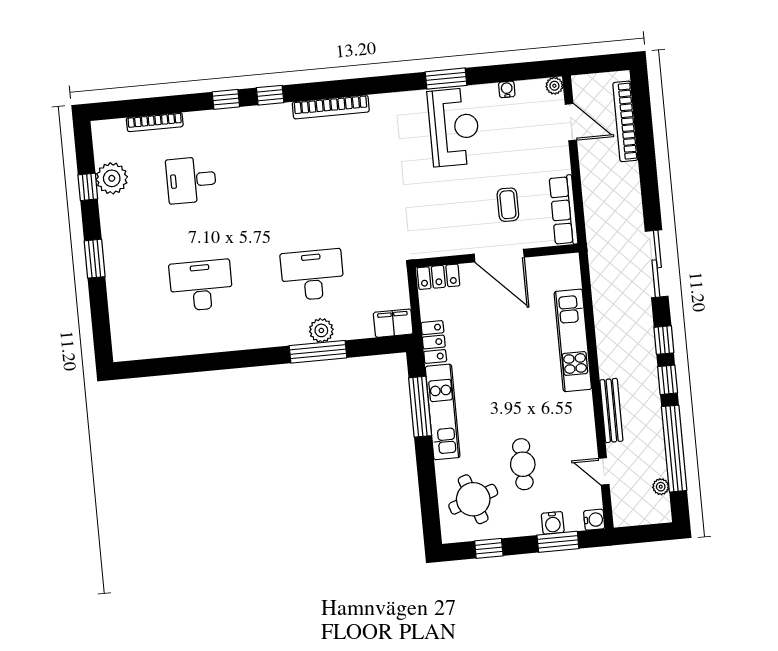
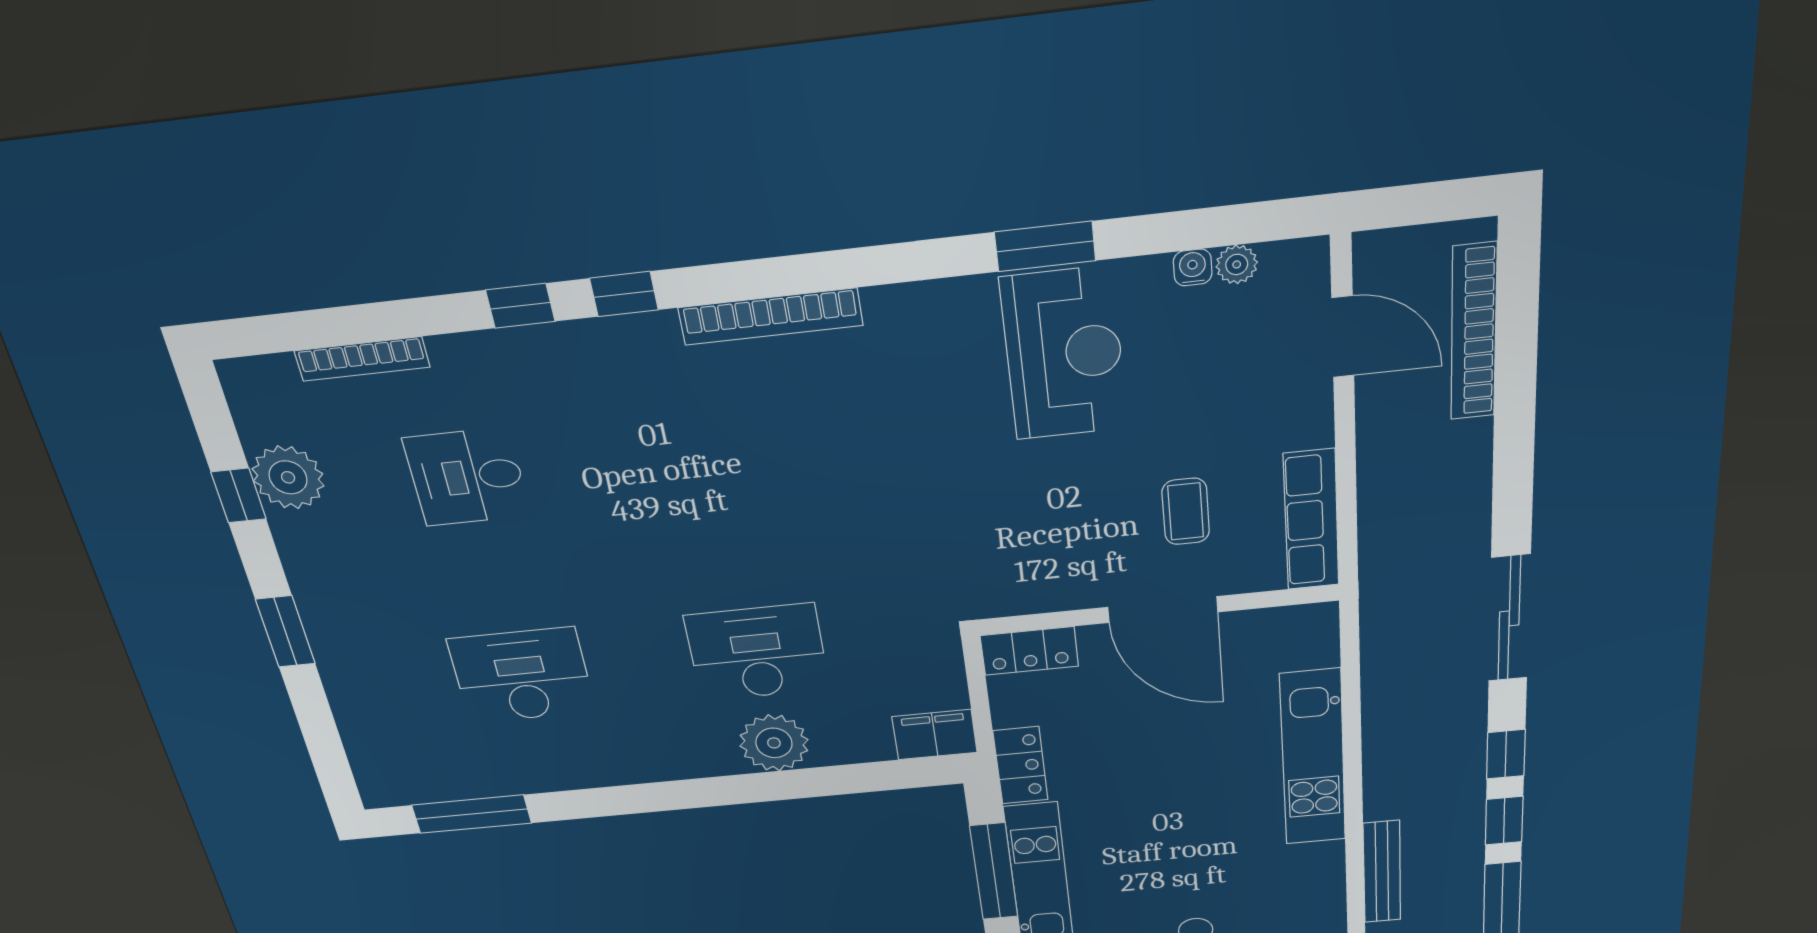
plant: (554, 86) -> (1237, 264), moved
plant: (321, 330) -> (774, 743), width x1.36, depth x1.36
window: (318, 352) -> (472, 814), moved

